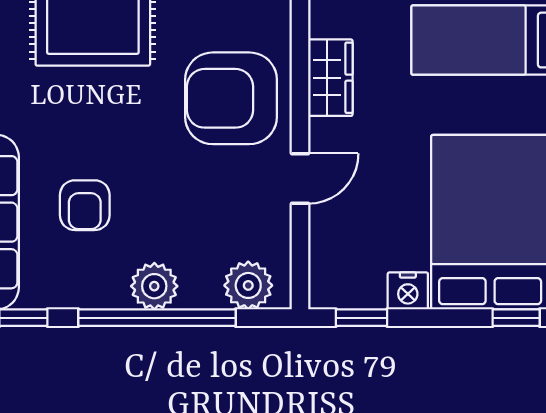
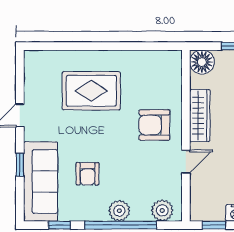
wardrobe: (330, 78) -> (200, 116), width x1.50
armchair: (231, 98) -> (154, 125), width x0.73, depth x0.73

